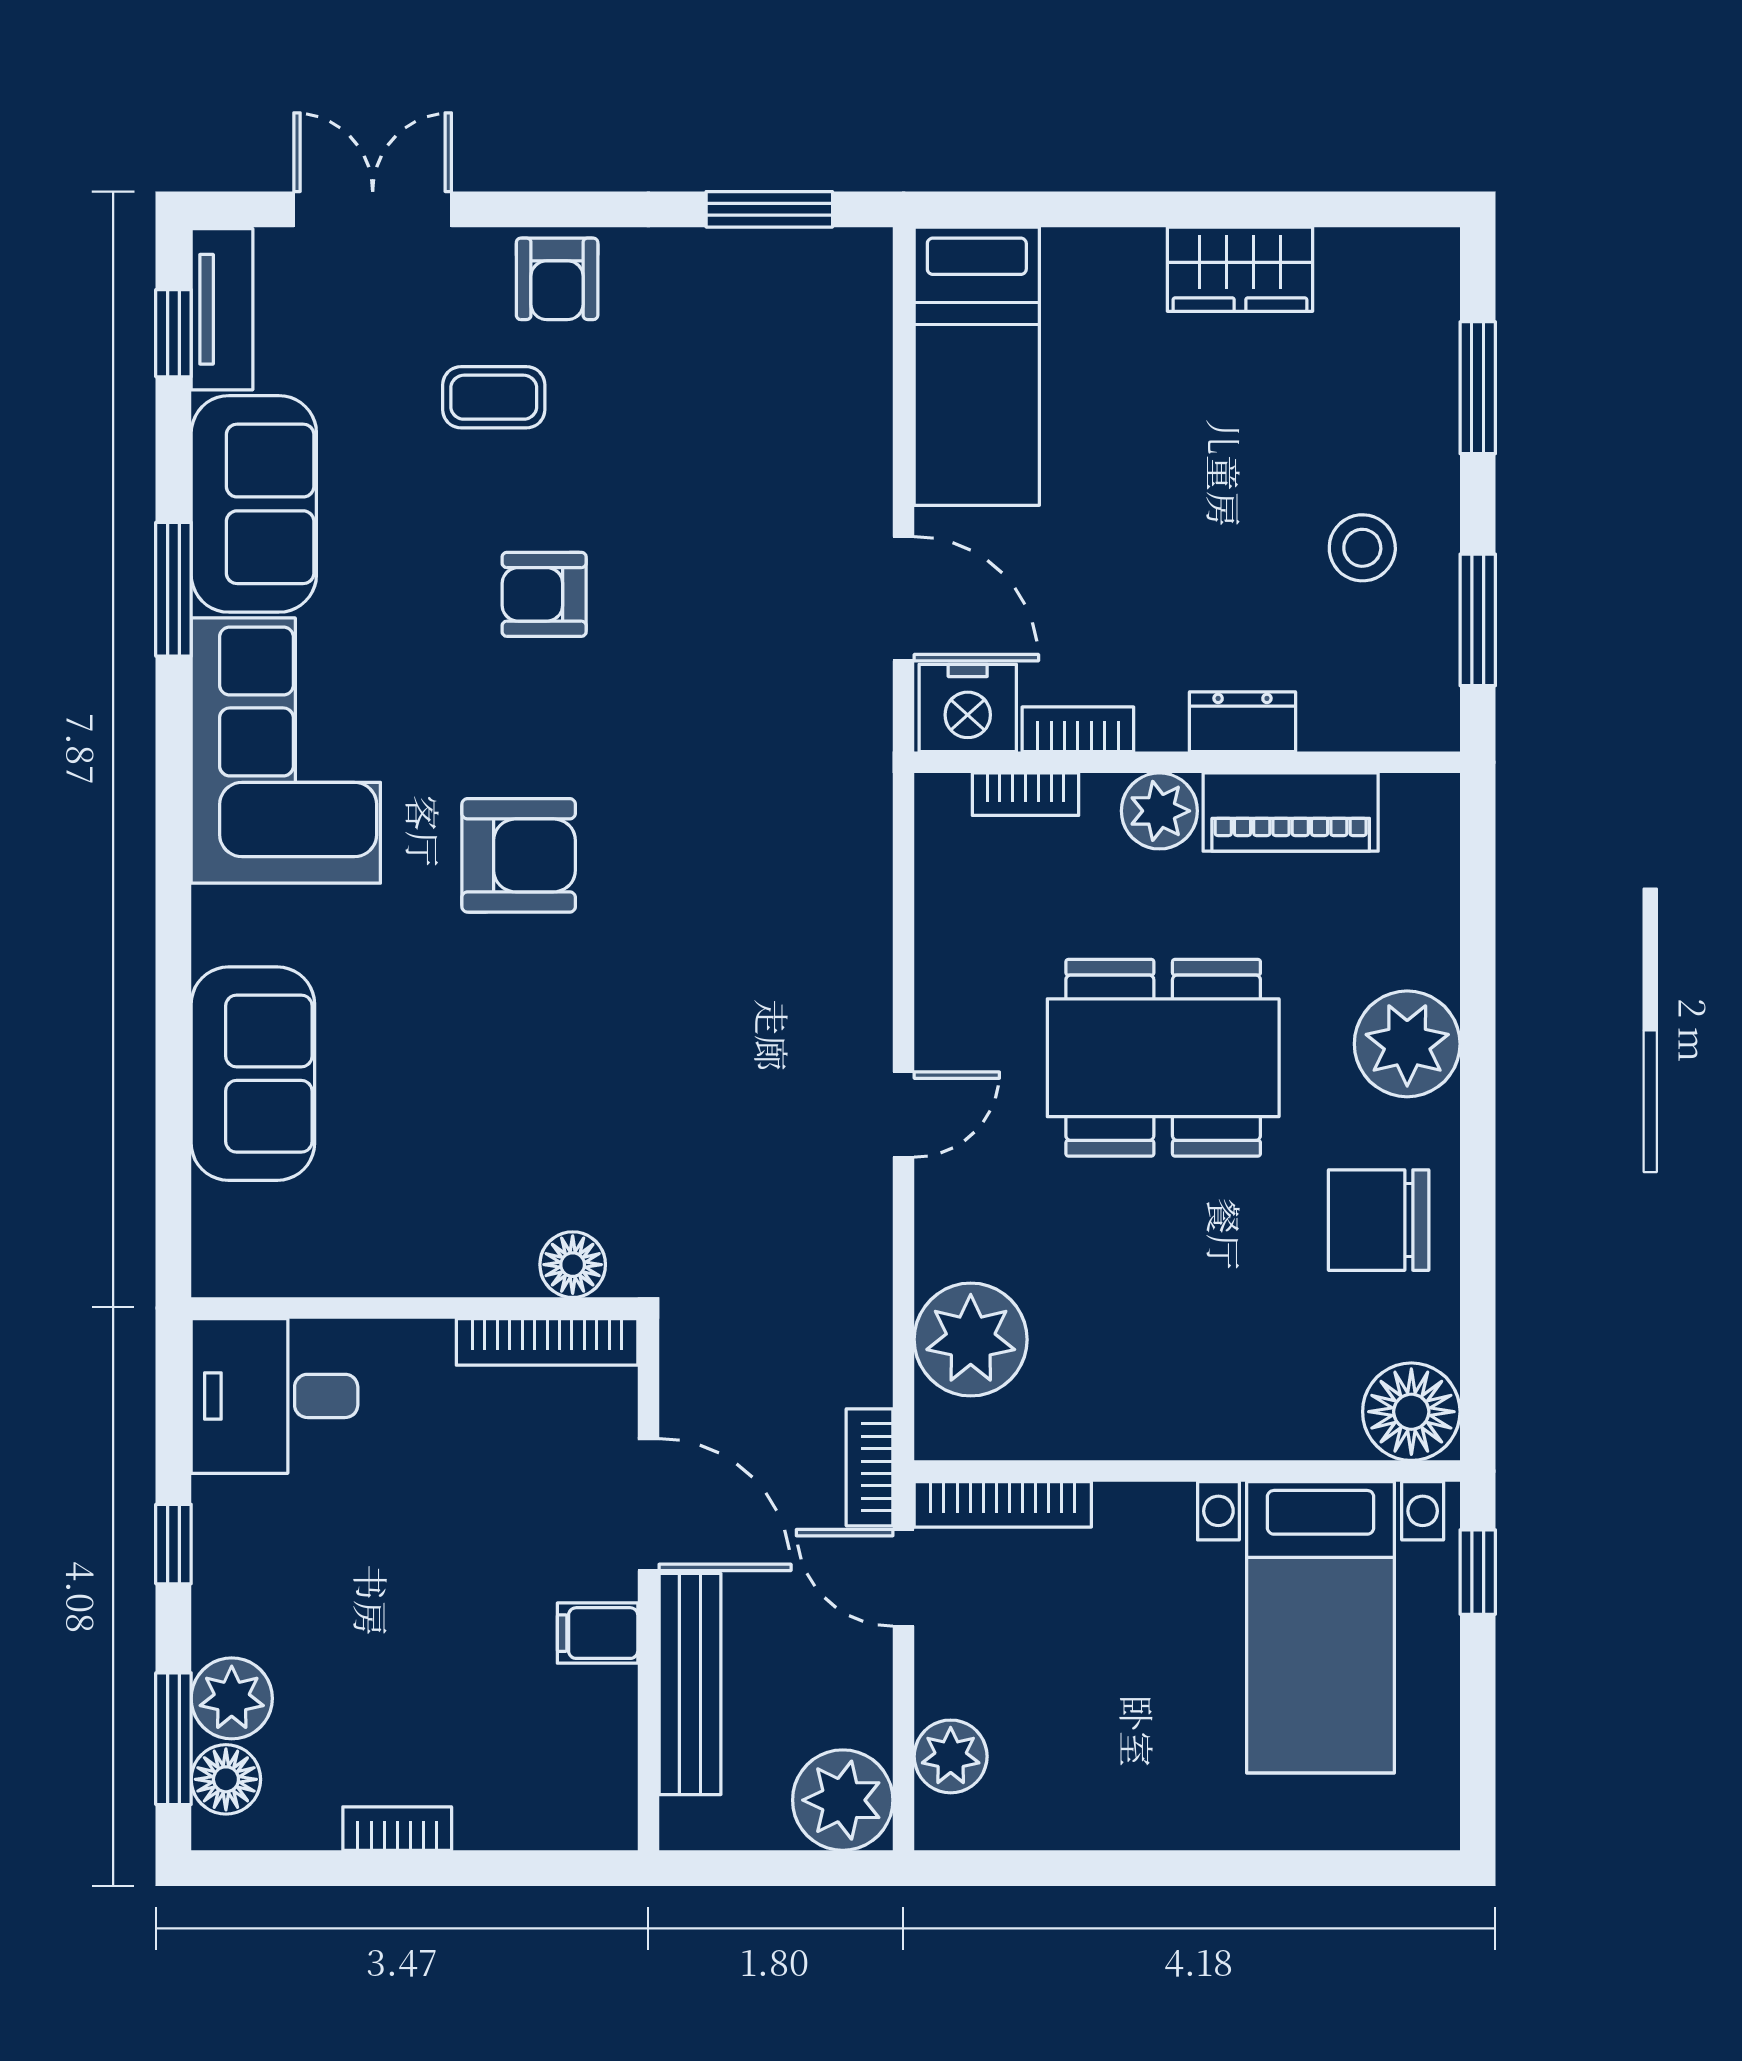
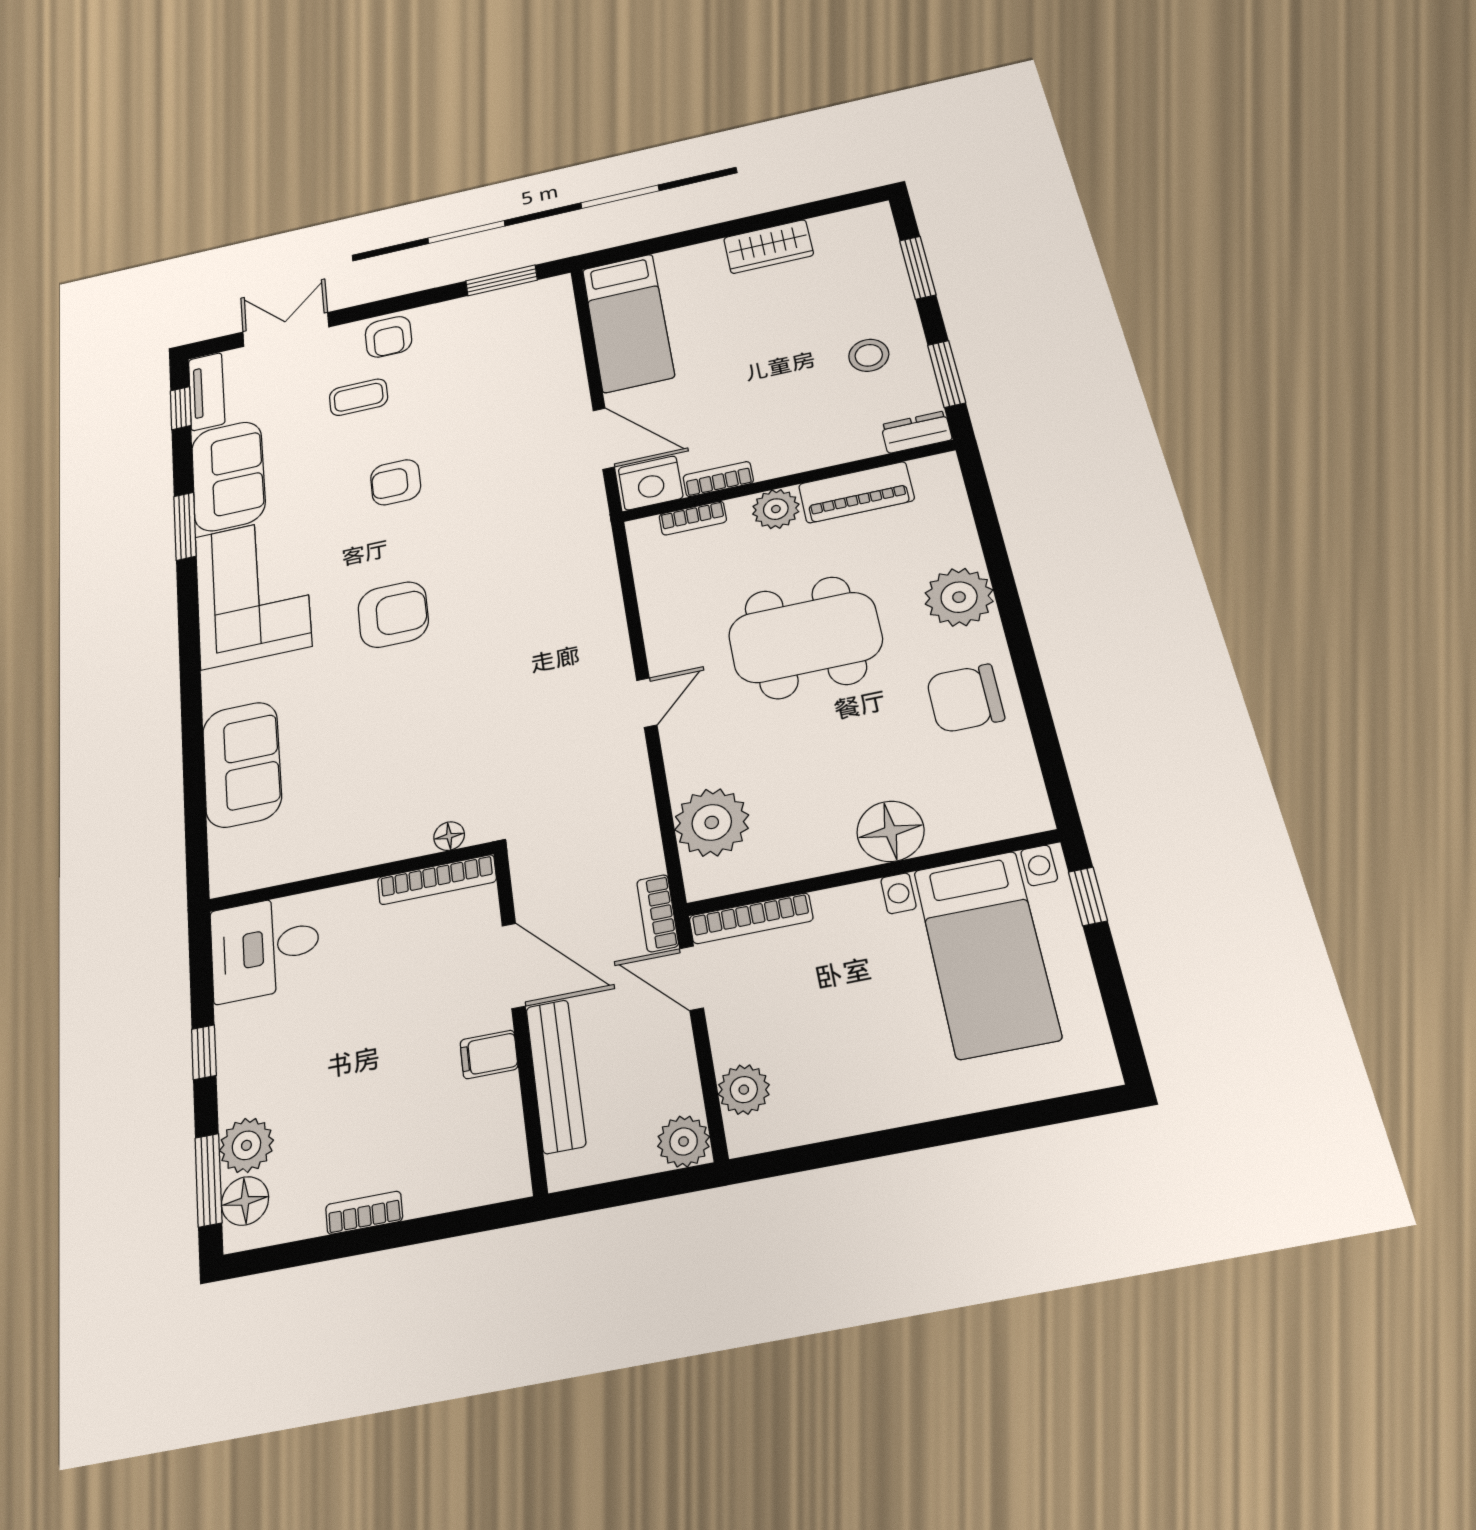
dresser: (1243, 722) -> (917, 432), moved
floor lamp: (573, 1265) -> (449, 836), width x0.73, depth x0.73
floor lamp: (1411, 1412) -> (890, 831), moved
plant: (843, 1800) -> (684, 1141), width x0.73, depth x0.73

